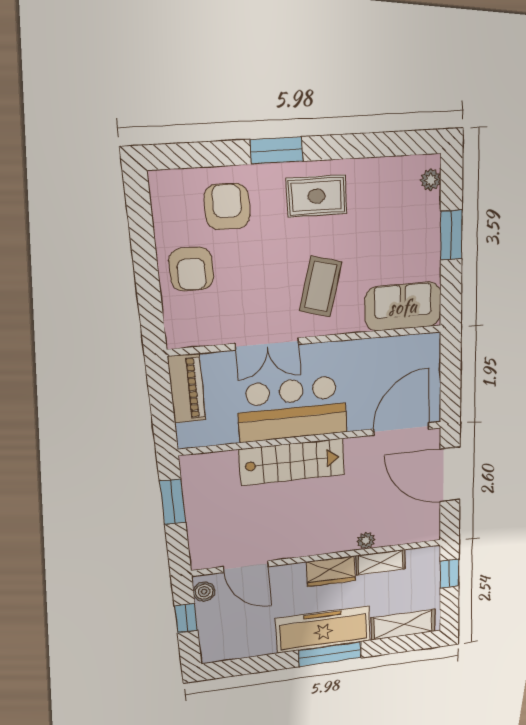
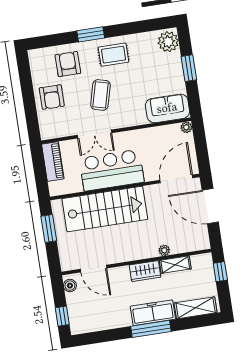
plant: (431, 180) -> (168, 42), width x1.88, depth x1.88
coffee table: (320, 287) -> (100, 95), moved
plant: (431, 342) -> (186, 127), added
stairs: (292, 462) -> (105, 209), width x1.36, depth x1.51
window: (186, 618) -> (62, 316), moved
freezer: (323, 629) -> (153, 313), width x0.73, depth x0.79

